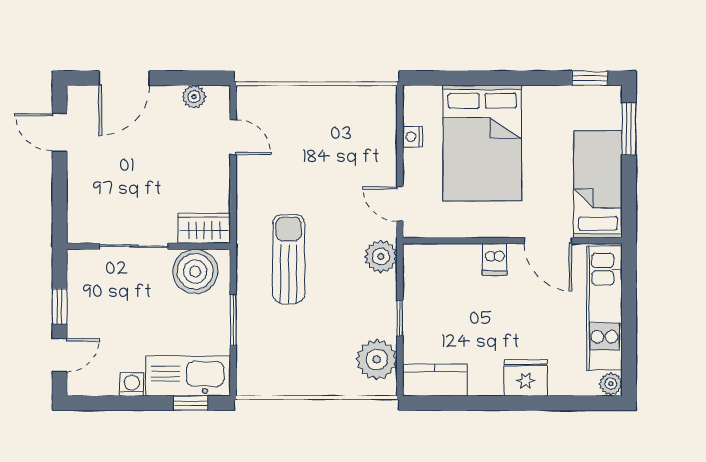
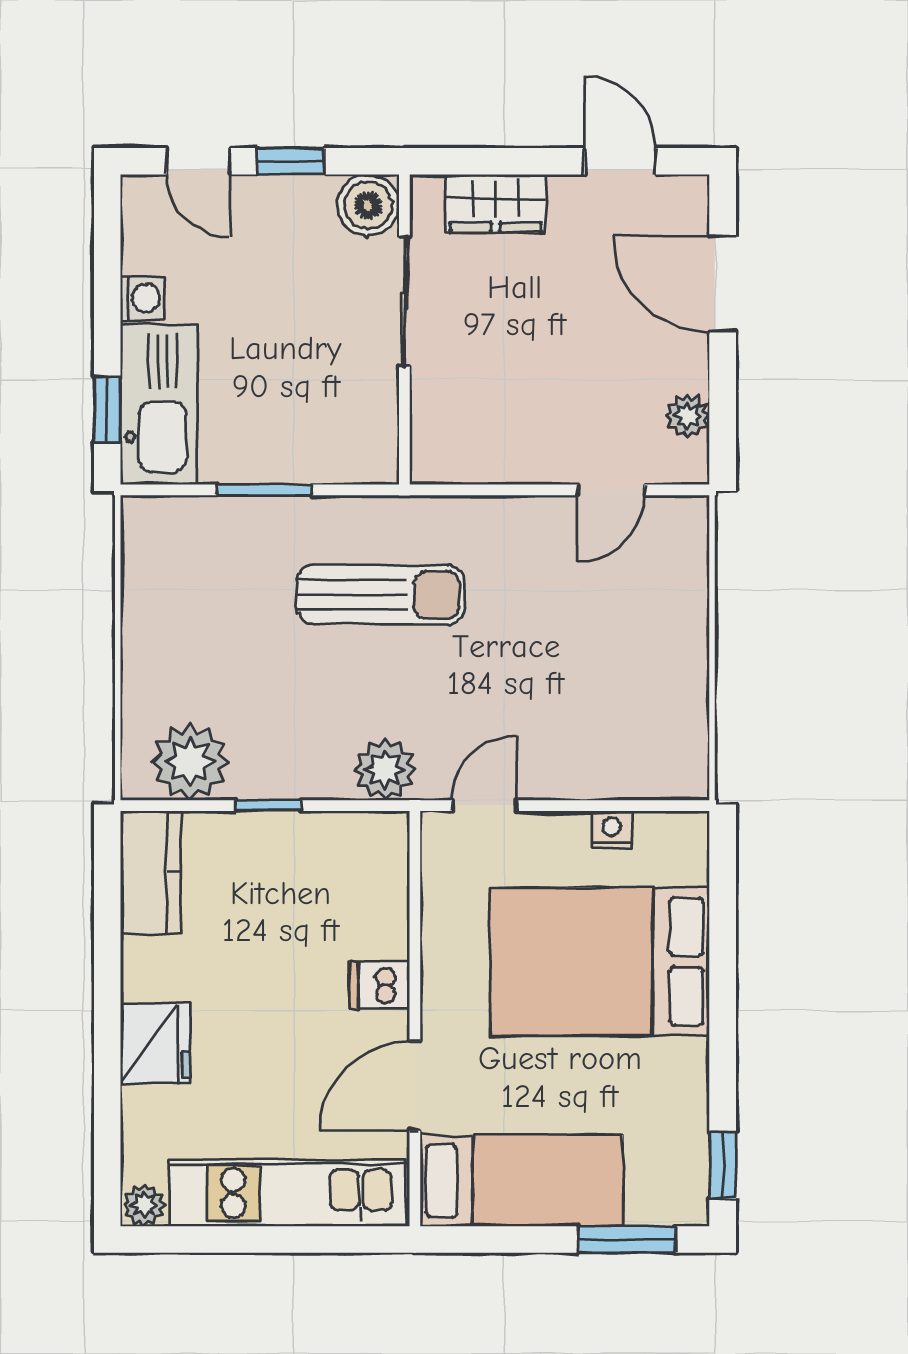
door: (60, 132) -> (620, 161), hinge flipped
wardrobe: (204, 228) -> (496, 203), moved, turned 90
boiler: (195, 271) -> (368, 205), moved, width x0.73, depth x0.73

